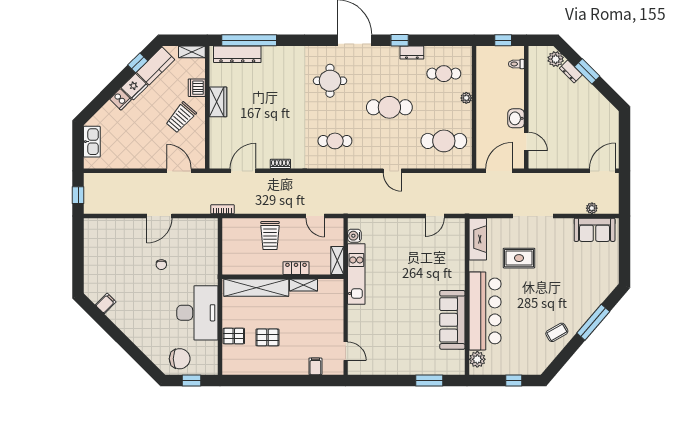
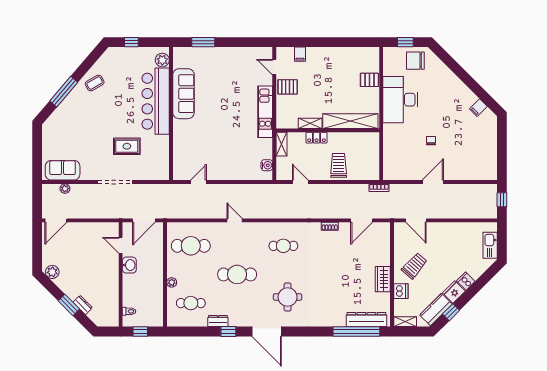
plant: (556, 59) -> (52, 272), moved
fireplace: (478, 239) -> (162, 162), removed
kitchen unit: (356, 274) -> (265, 112), moved
pallet: (267, 337) -> (288, 87), moved

